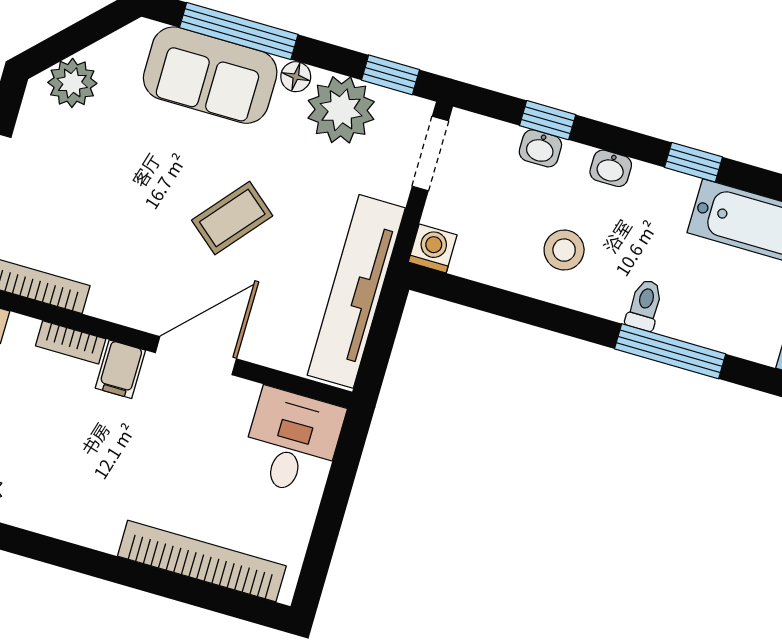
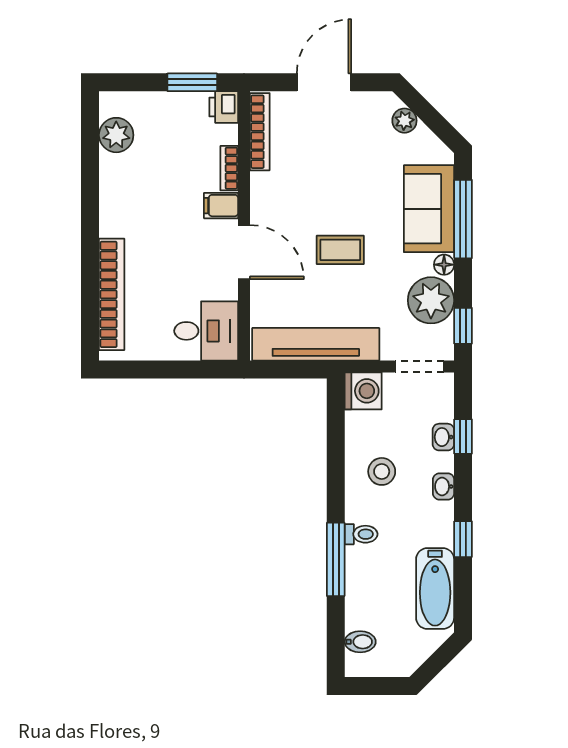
plant: (72, 83) -> (404, 121), width x0.73, depth x0.73
coffee table: (232, 218) -> (340, 250), turned -40
washing machine: (433, 248) -> (363, 391), width x1.38, depth x1.38

